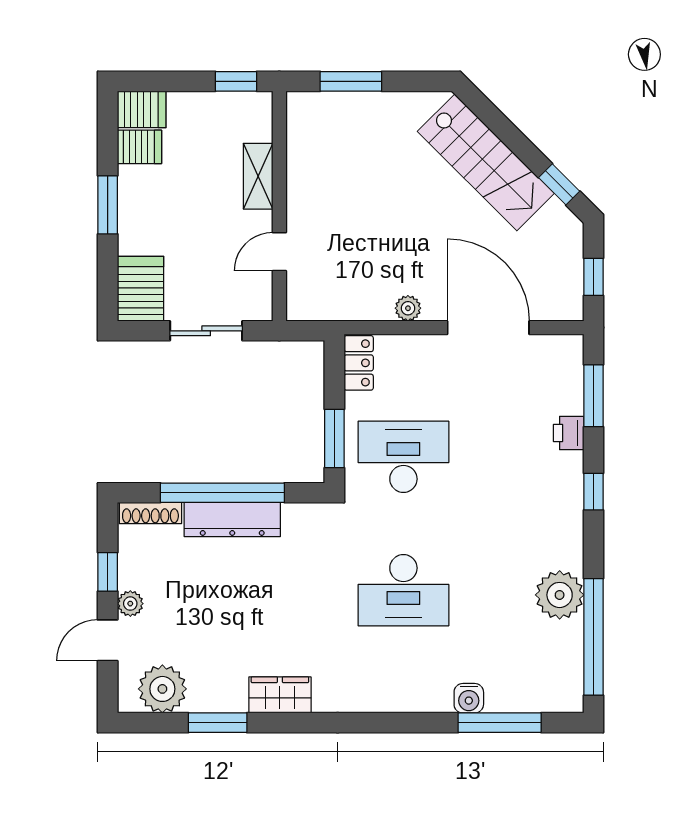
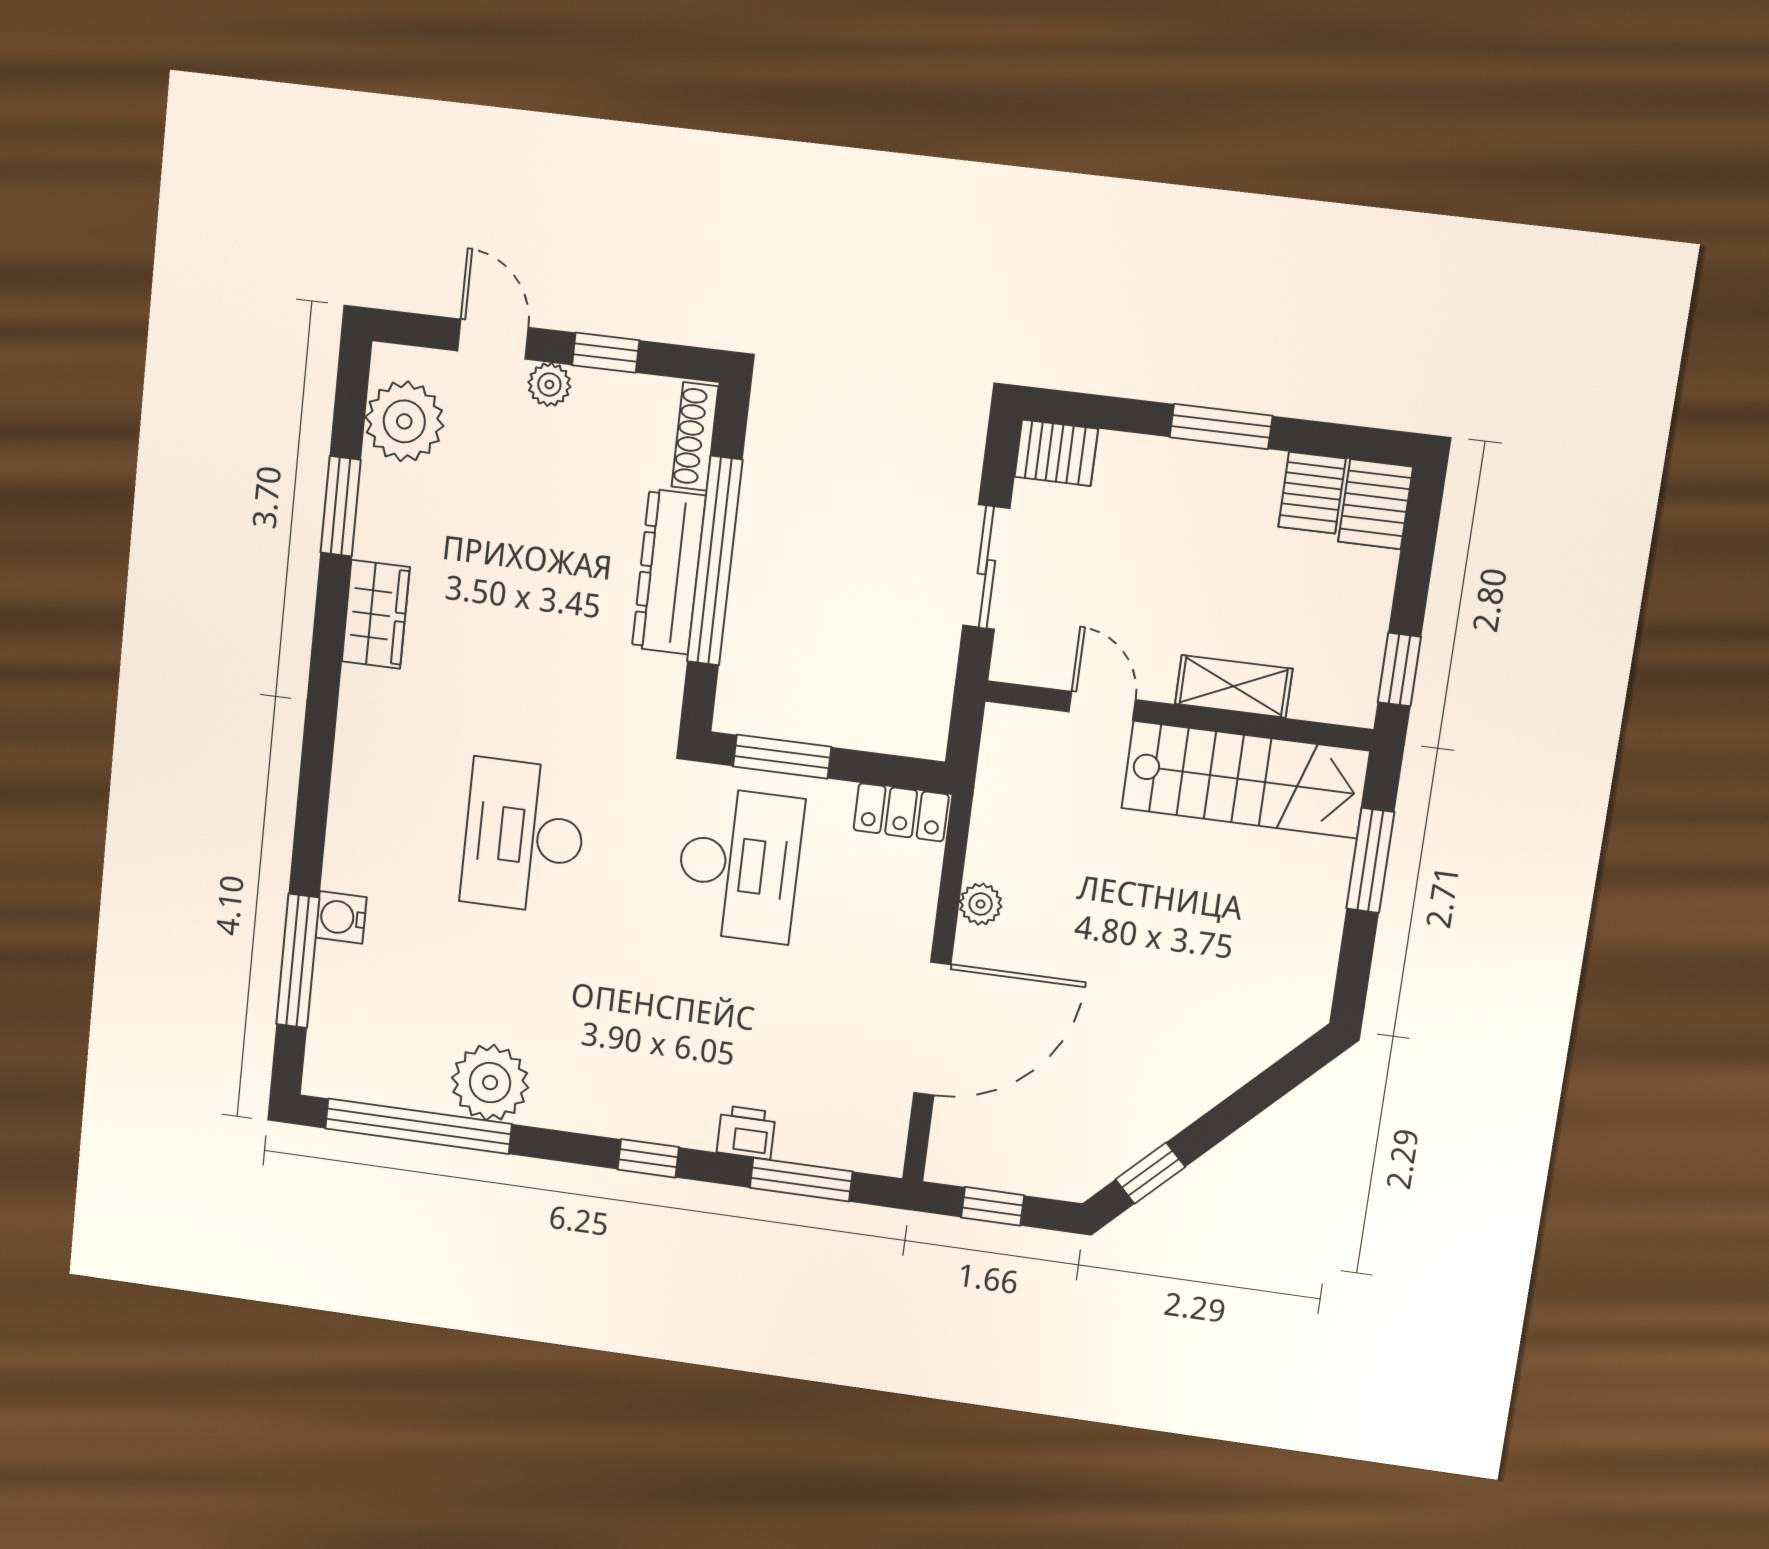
stairs: (486, 162) -> (1245, 780), moved, turned -135
server rack: (141, 289) -> (1056, 453), width x0.73, depth x0.70

